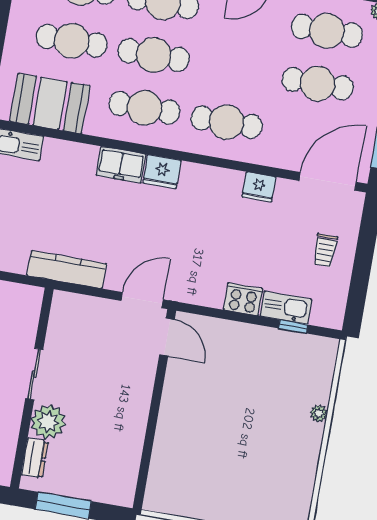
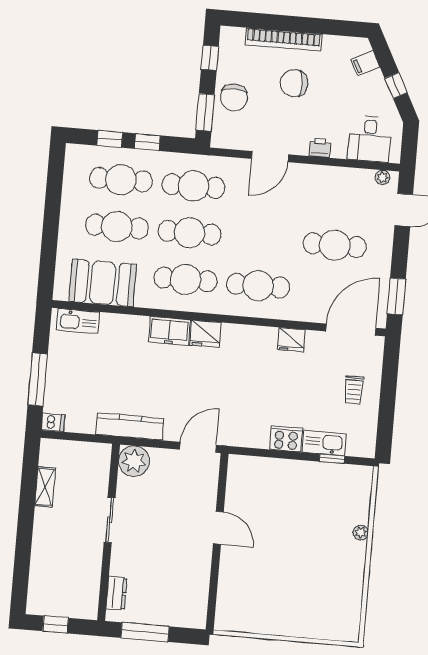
cafe table: (327, 31) -> (339, 198), removed
door: (167, 337) -> (218, 528), moved
plant: (48, 422) -> (134, 461), moved

